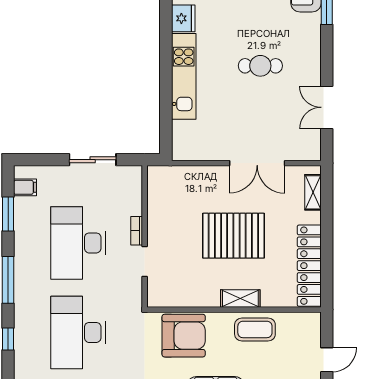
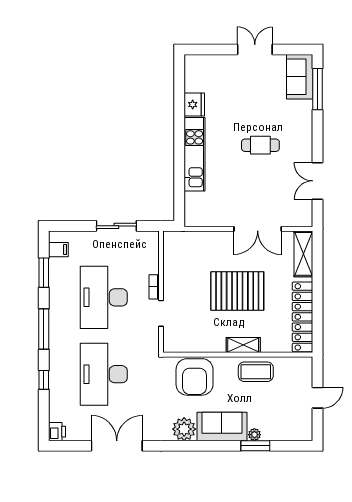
shelving: (313, 192) -> (303, 254), width x1.50, depth x1.33
armchair: (184, 336) -> (195, 377), turned 90

